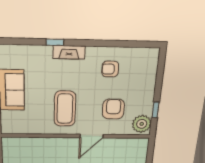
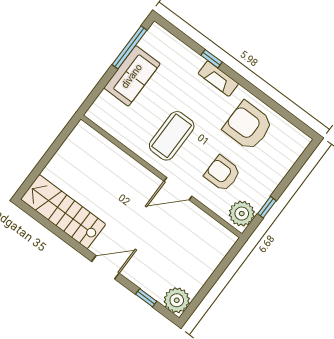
armchair: (110, 69) -> (248, 126), width x1.88, depth x1.88
armchair: (113, 109) -> (222, 173), turned -90

